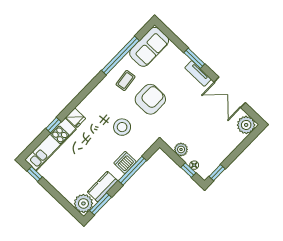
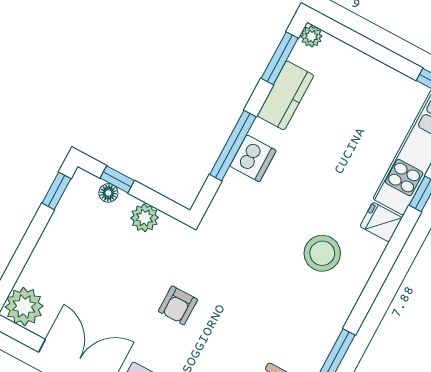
coffee table: (126, 81) -> (300, 328), removed
armchair: (150, 99) -> (178, 305), moved, width x0.53, depth x0.53
stool: (122, 127) -> (322, 253), moved
plant: (83, 203) -> (311, 36), width x0.53, depth x0.53

